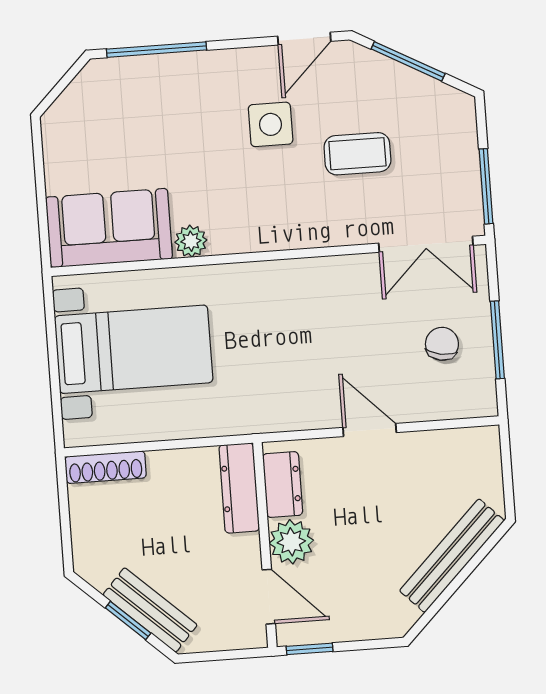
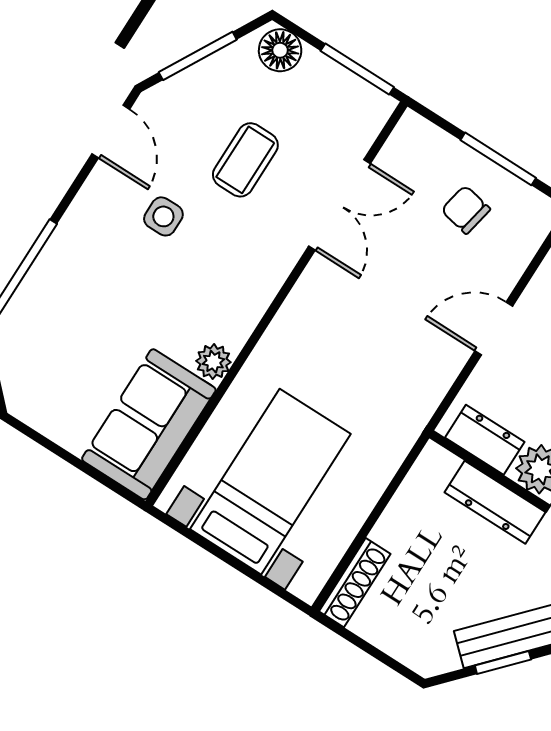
floor lamp: (457, 119) -> (280, 50), added
side table: (271, 124) -> (163, 216), width x0.73, depth x0.73
double door: (426, 244) -> (339, 205), moved
dresser: (239, 488) -> (495, 502), moved

